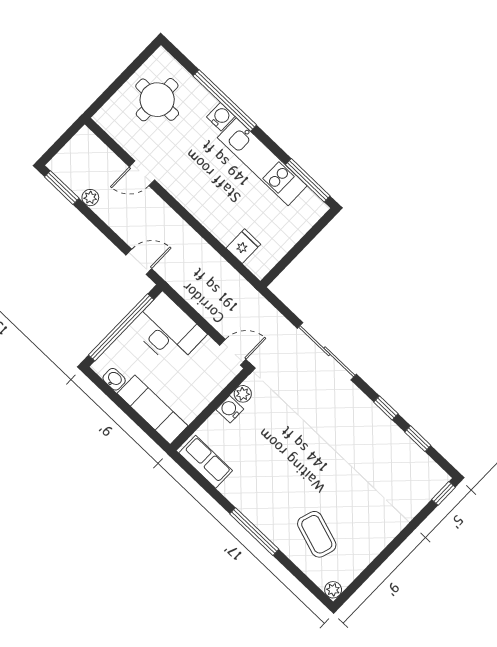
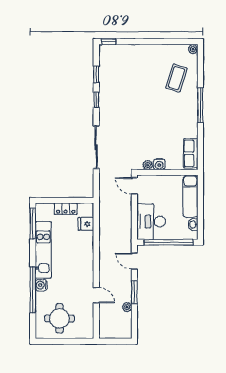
window: (62, 188) -> (134, 292), moved
locker: (287, 239) -> (66, 209), added

